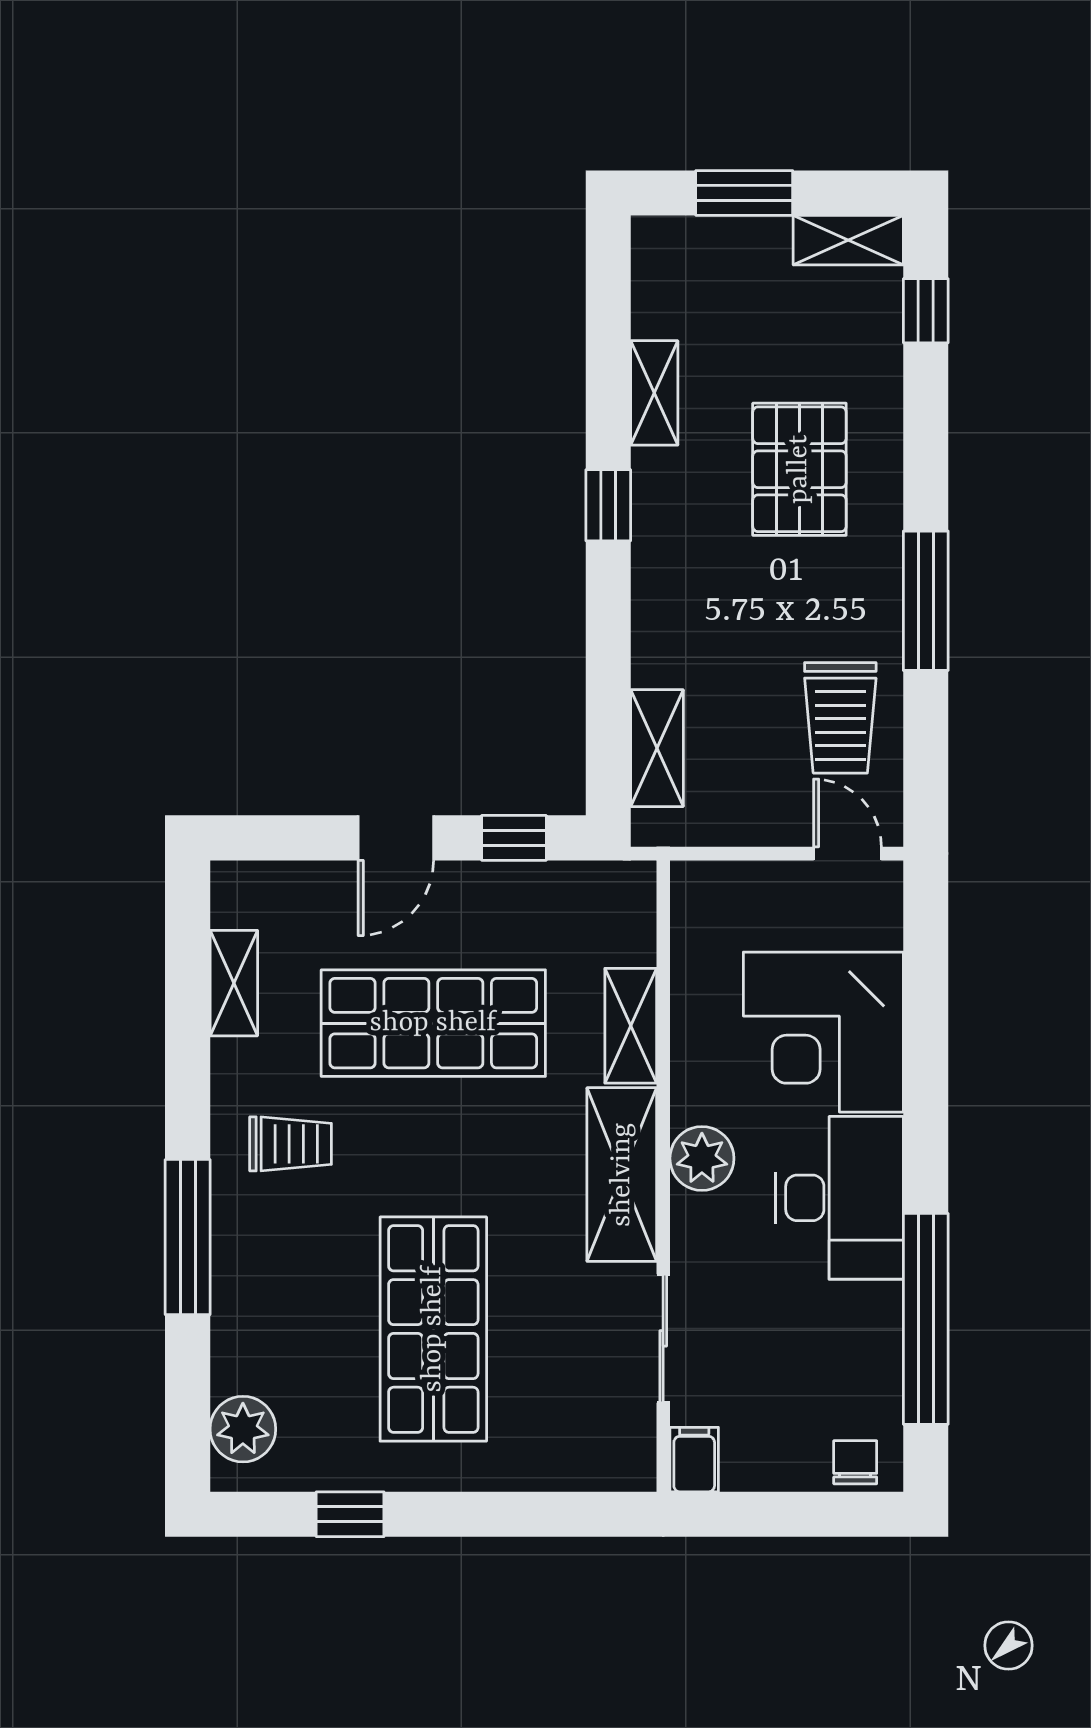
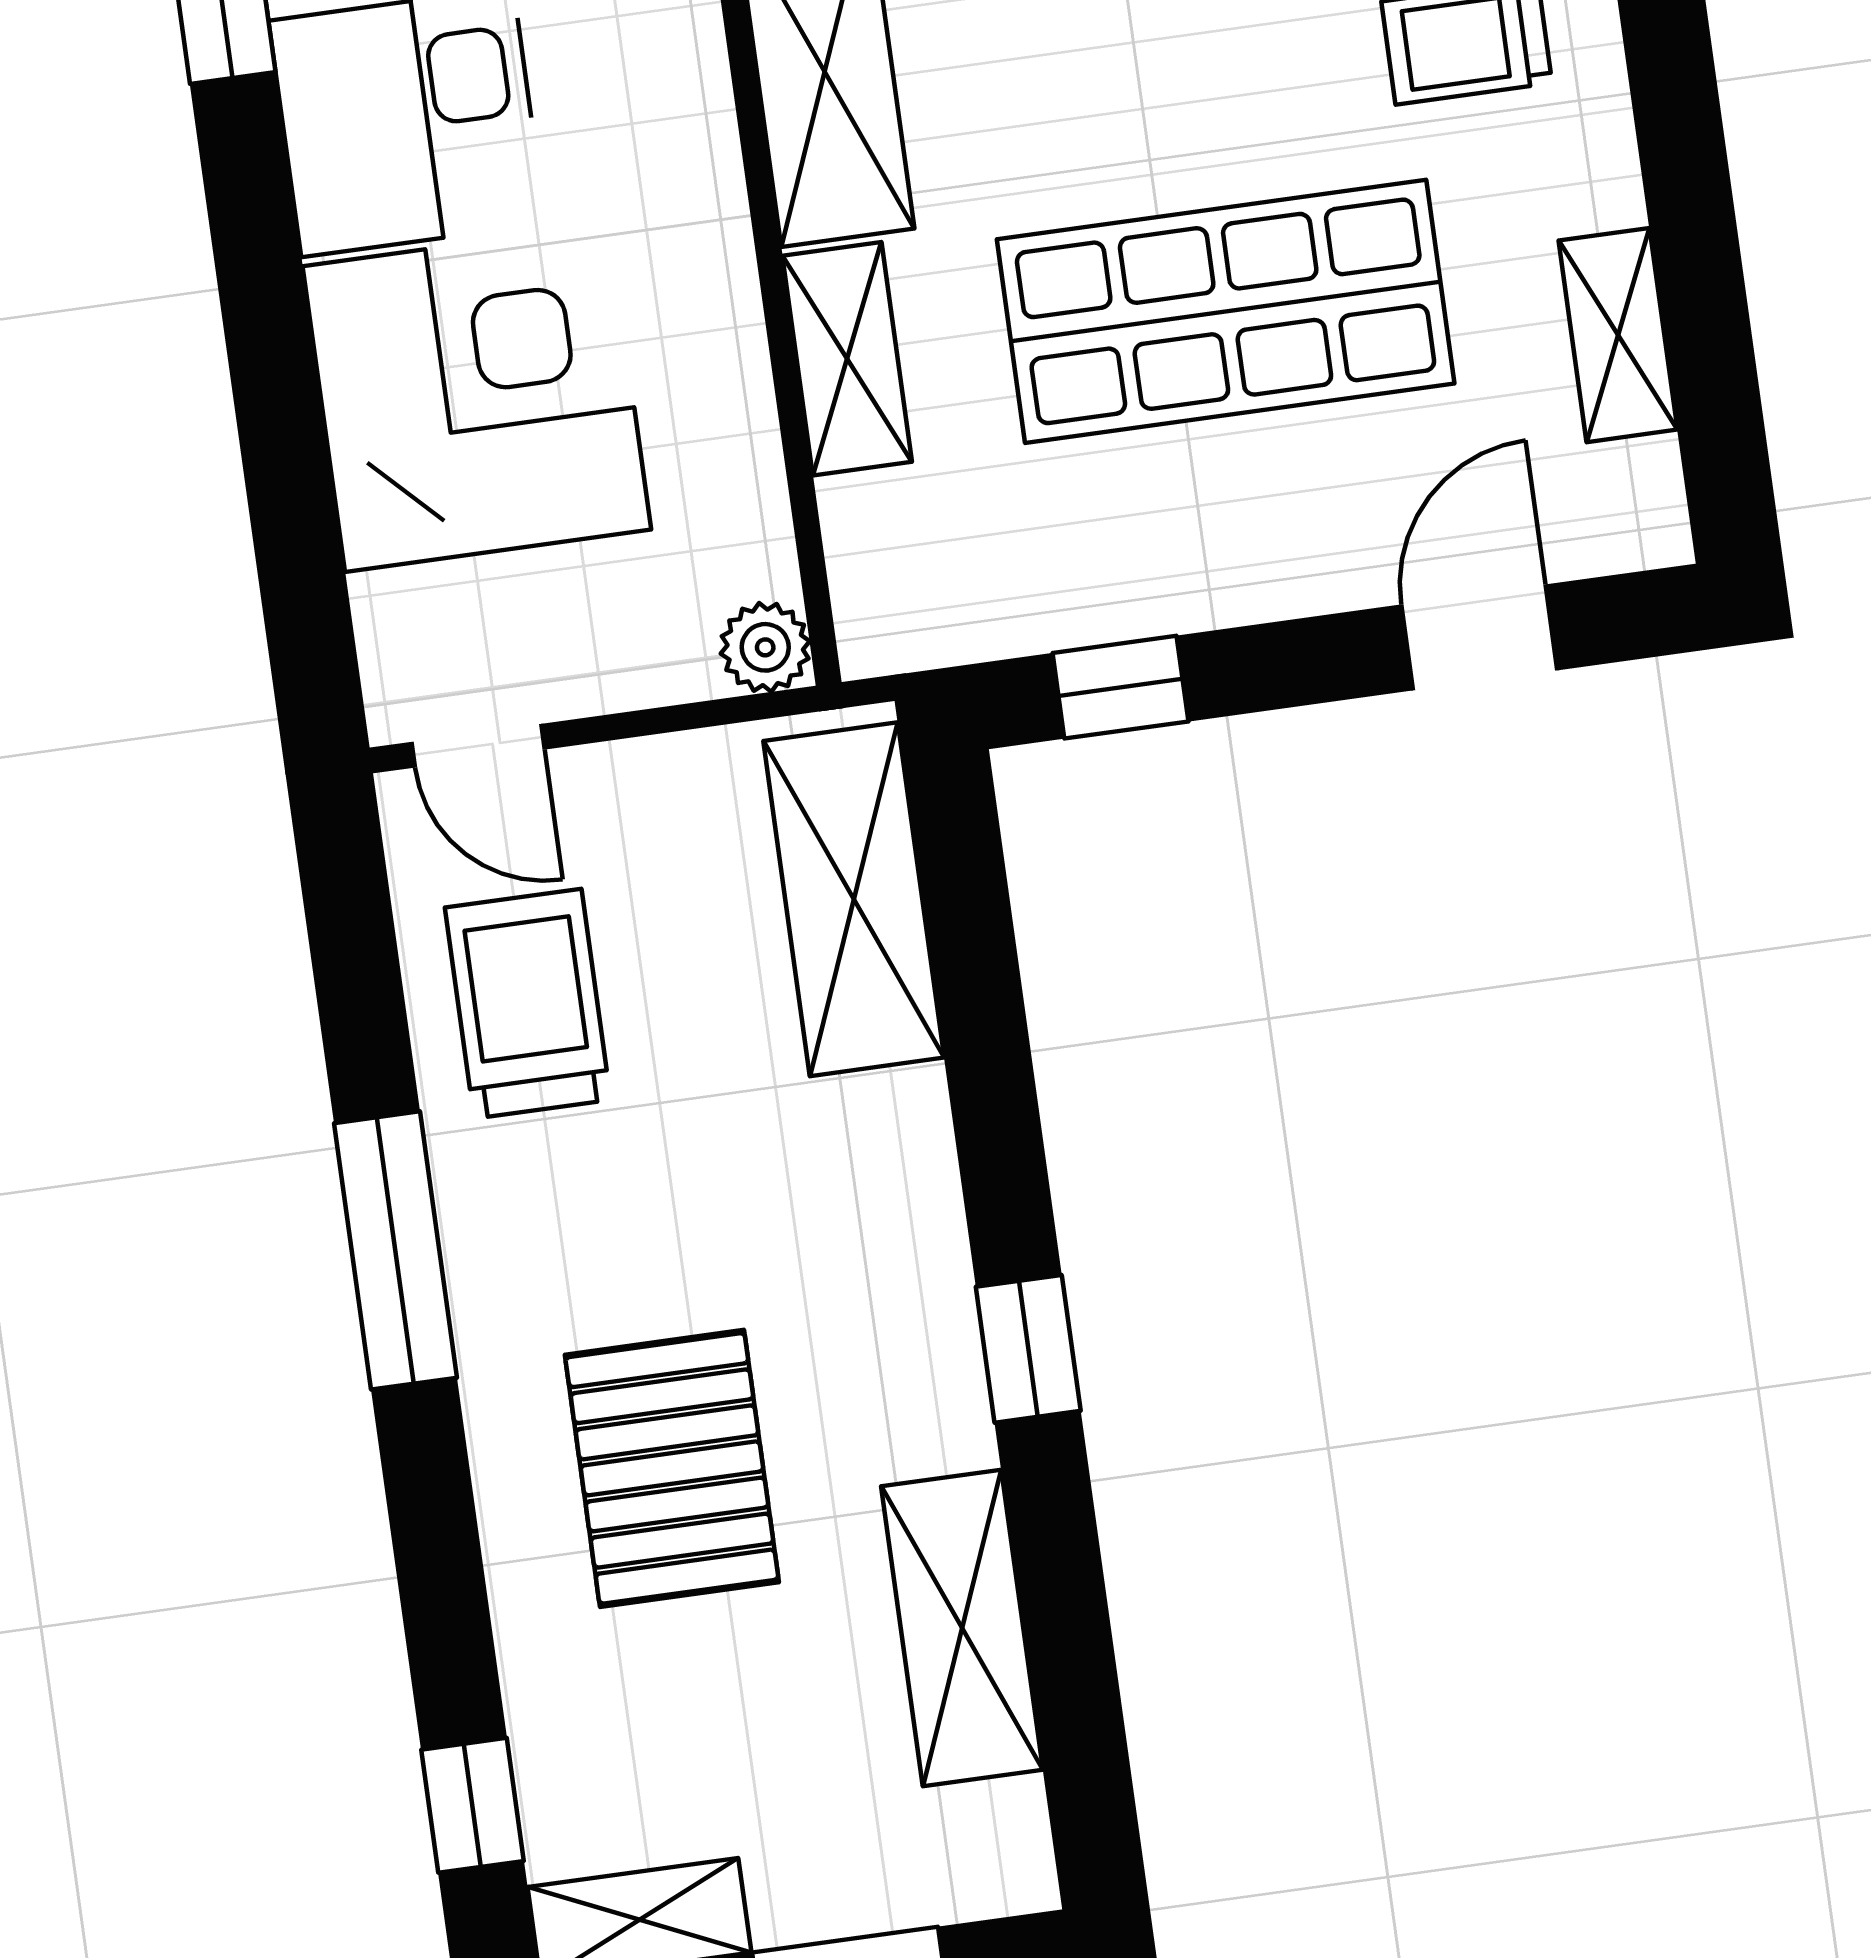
shelving: (654, 393) -> (962, 1628), width x1.50, depth x1.33
shelving: (657, 748) -> (854, 899), width x1.50, depth x1.33
door: (396, 838) -> (1479, 637), moved
plant: (702, 1158) -> (765, 647), moved, width x0.73, depth x0.73

